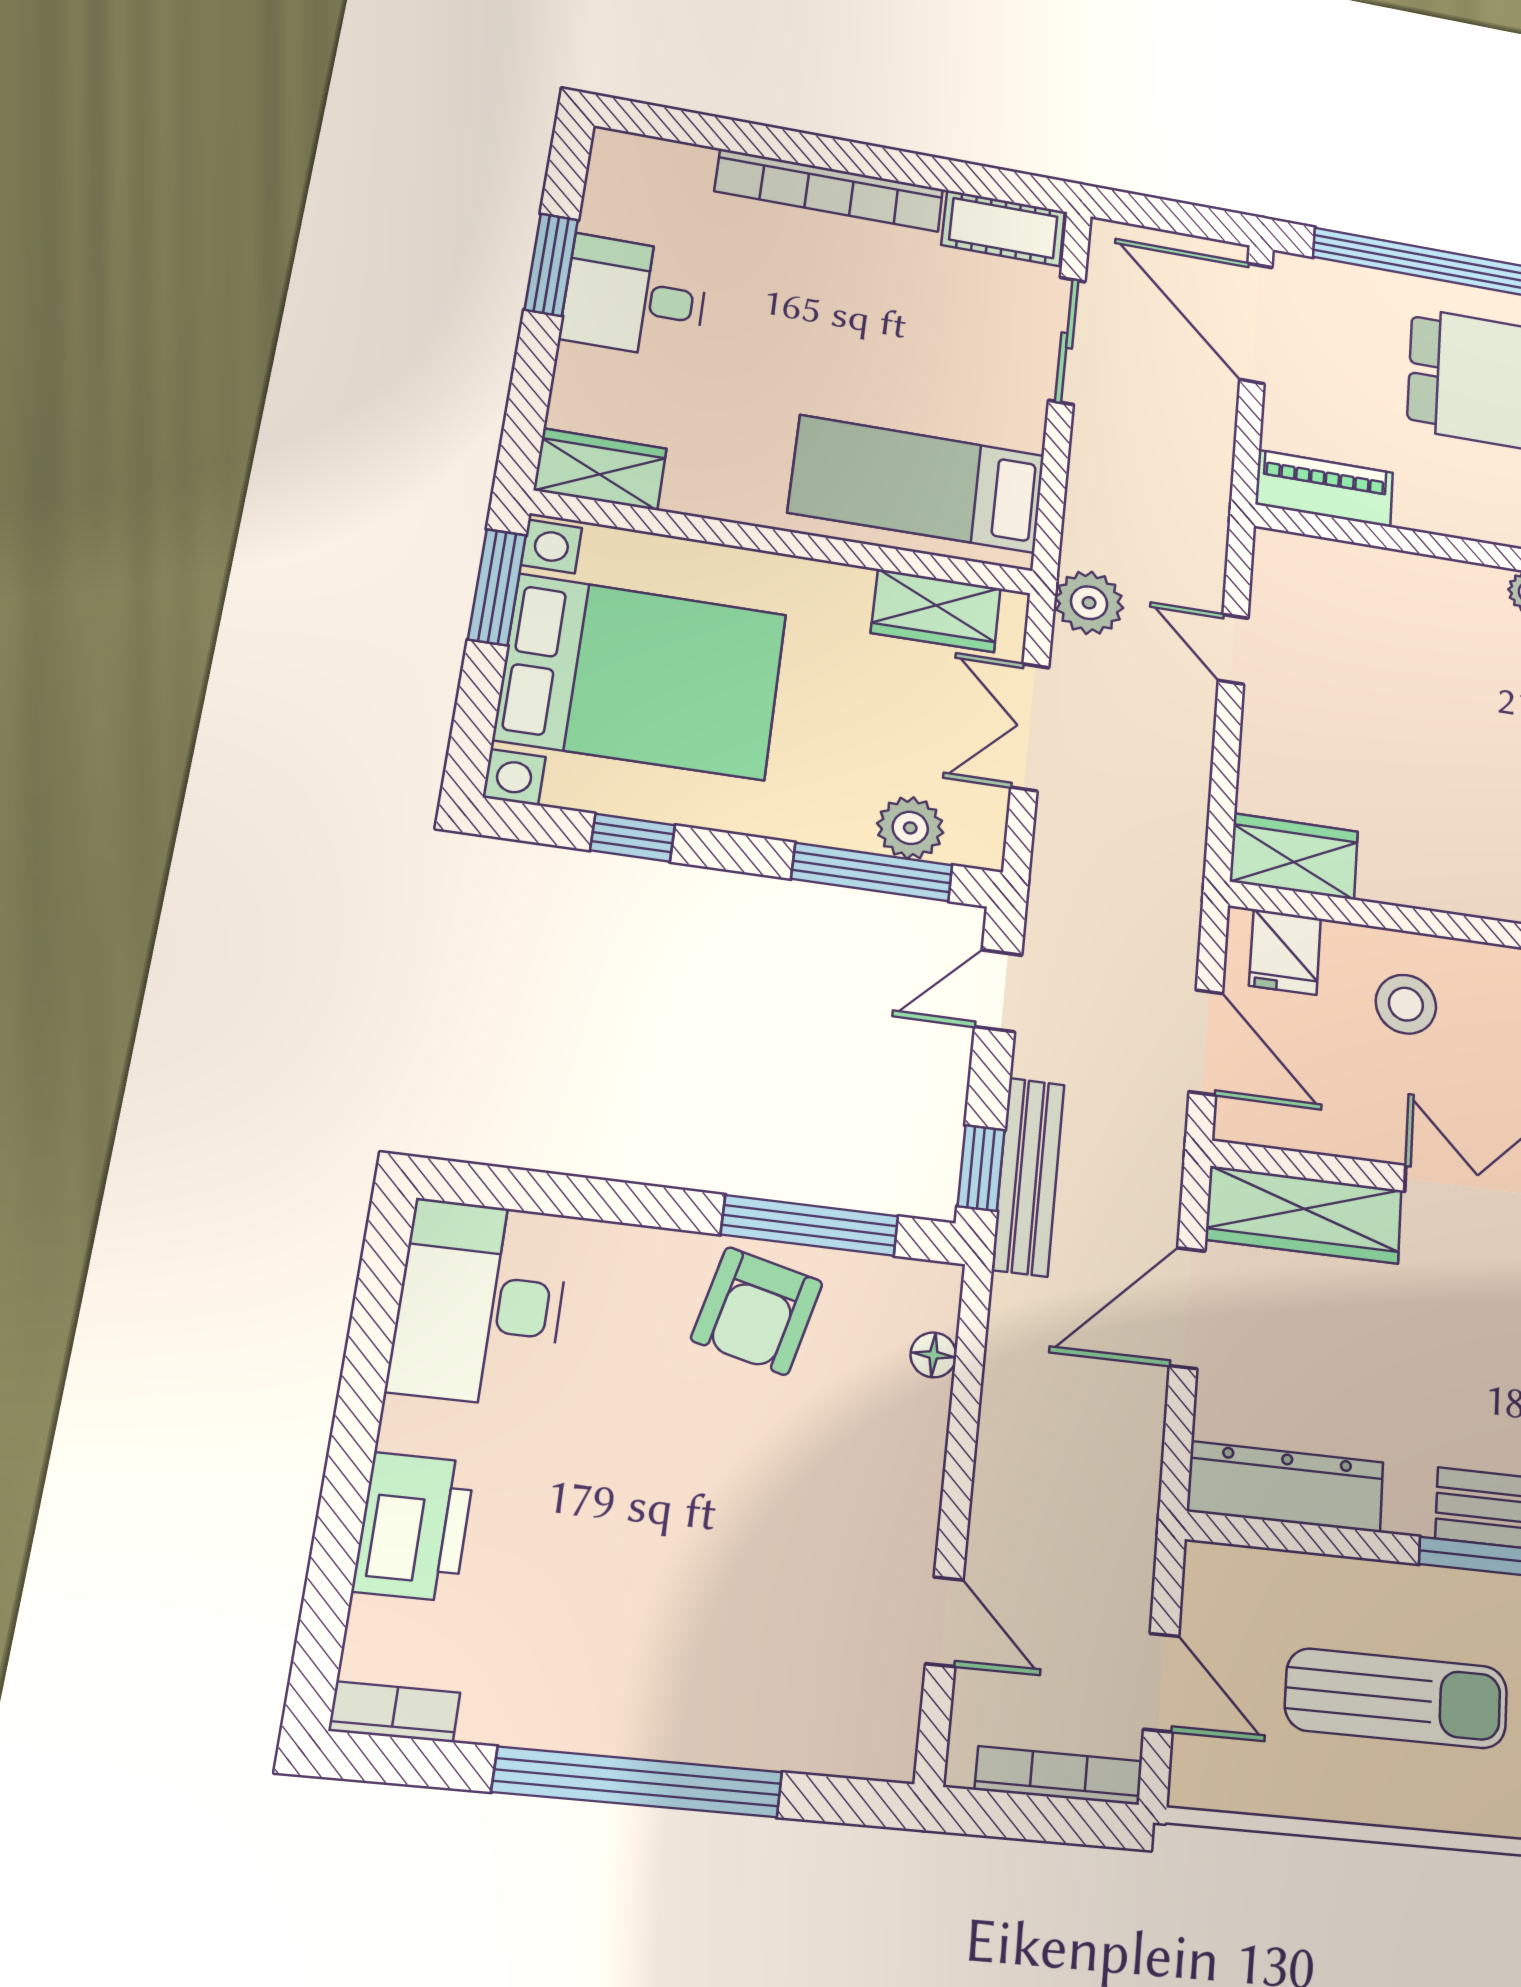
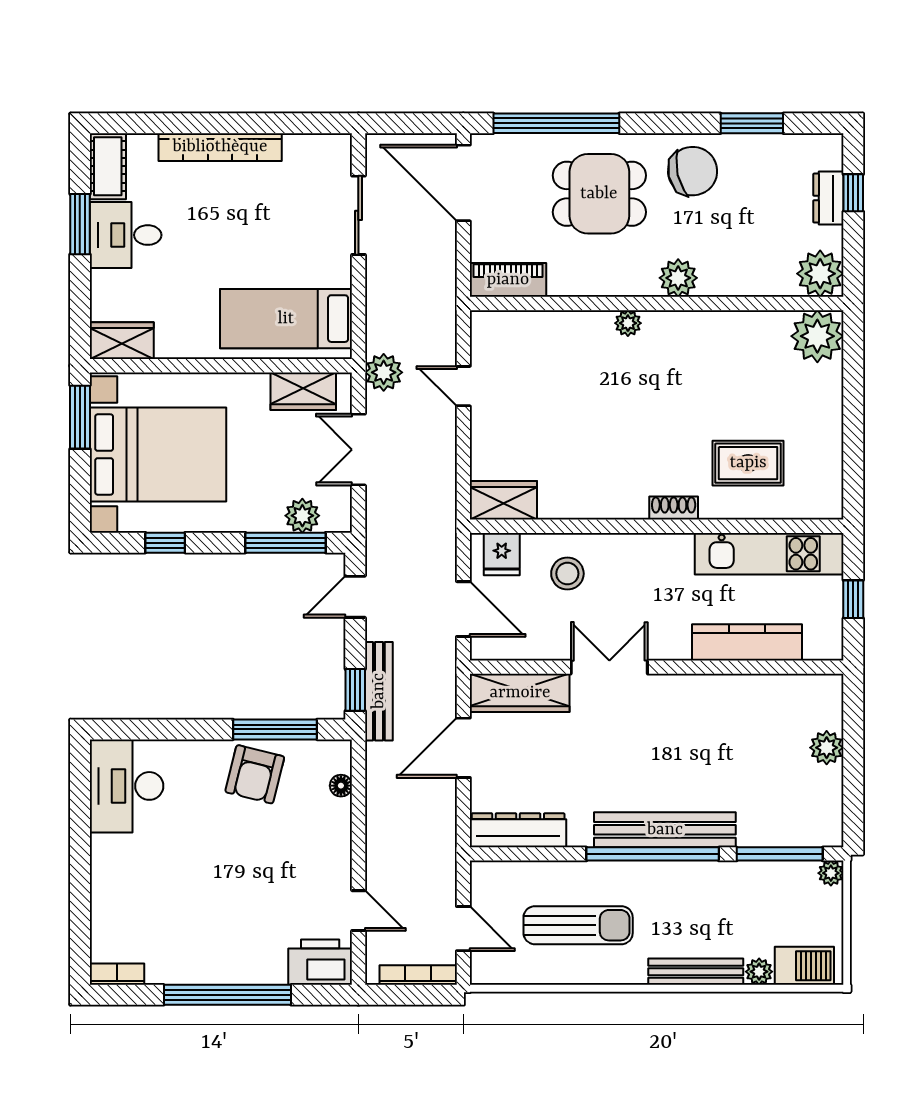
cot: (1003, 228) -> (108, 166), moved, turned 90
printer: (414, 1527) -> (320, 962), moved, turned -90

